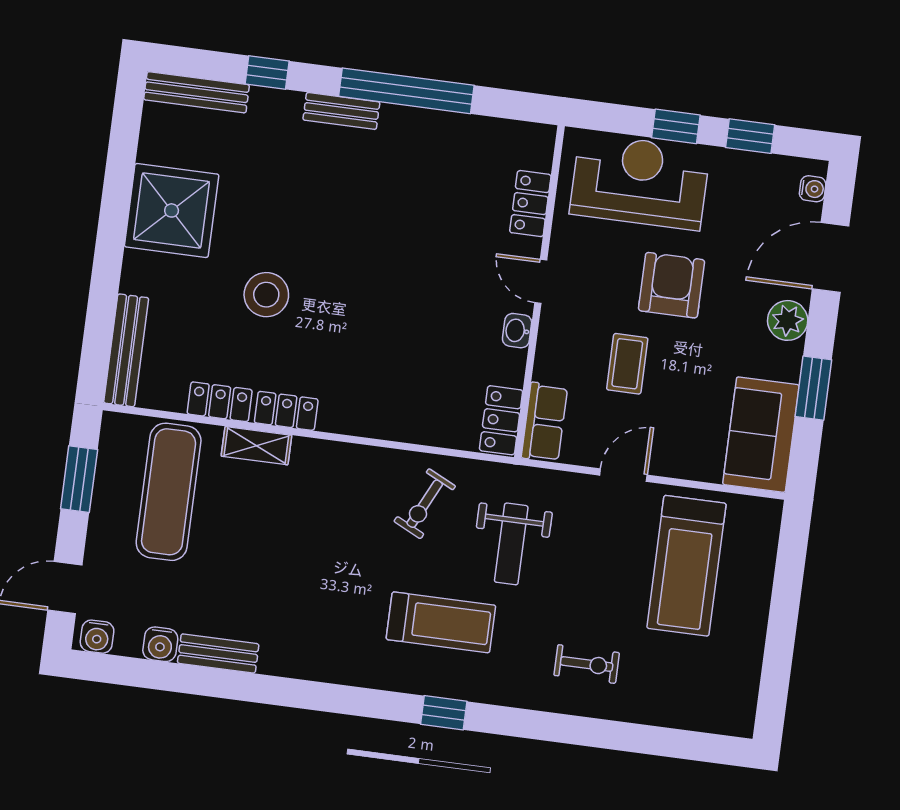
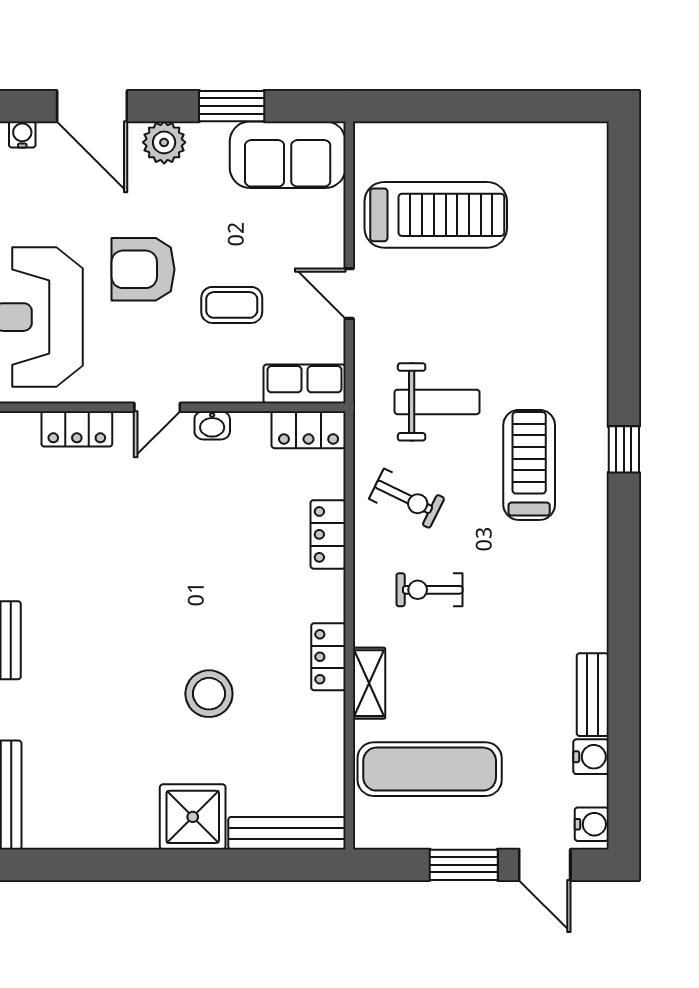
shower: (172, 210) -> (193, 817), moved, width x0.73, depth x0.73
locker: (220, 402) -> (328, 534), moved
window: (79, 479) -> (464, 865), moved
exercise bike: (587, 664) -> (429, 590), moved, turned -90

